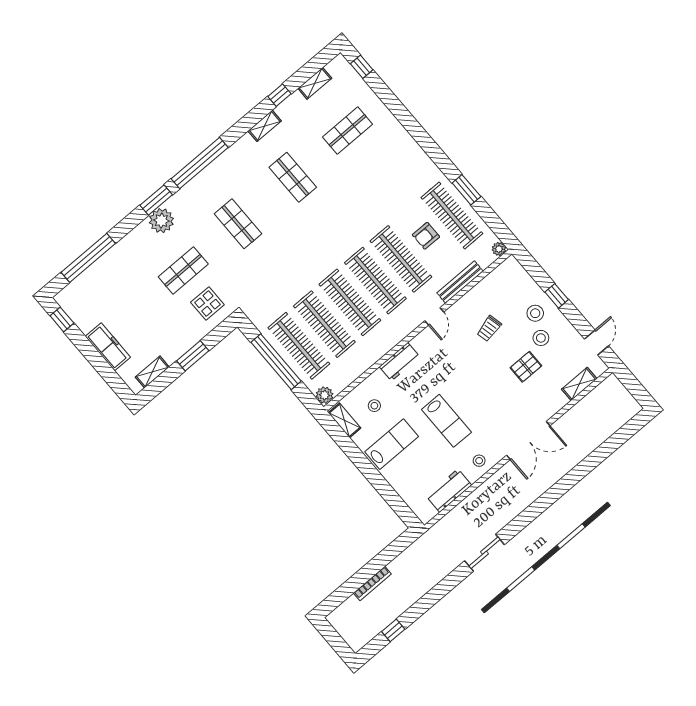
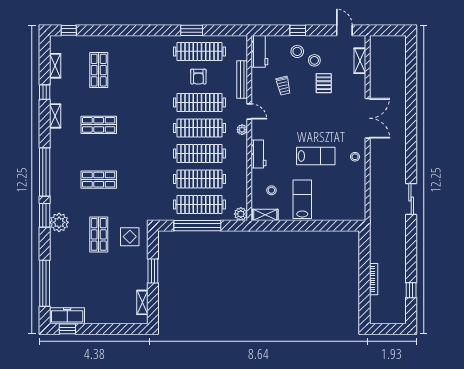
plant: (499, 249) -> (242, 130), moved
freezer: (108, 347) -> (67, 316), moved
workbench: (449, 491) -> (259, 51), moved, turned 180

